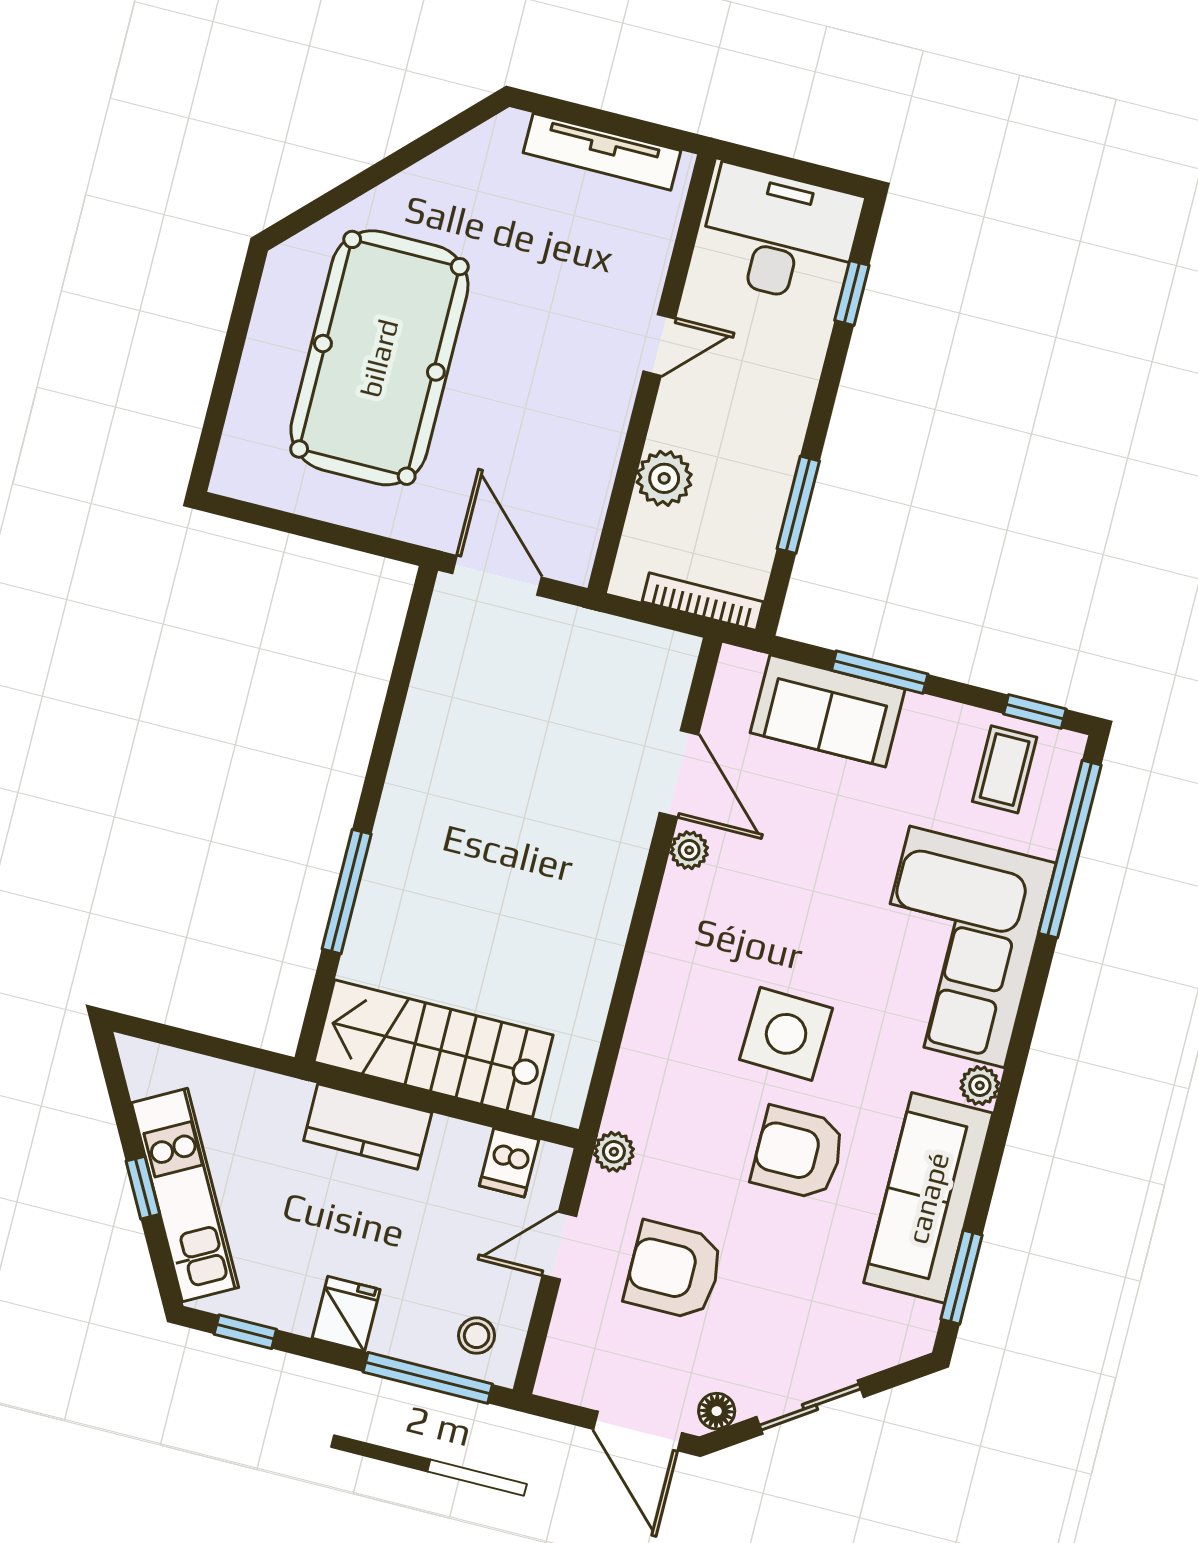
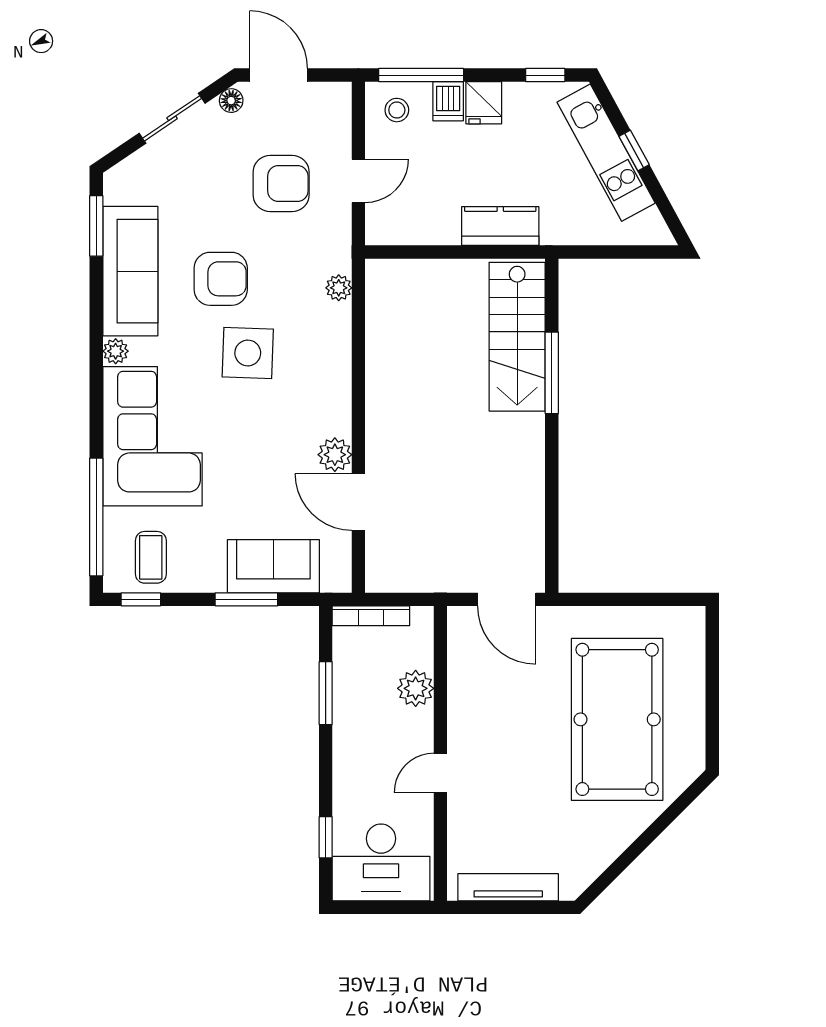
plant: (689, 850) -> (335, 455), width x1.38, depth x1.38
stairs: (433, 1048) -> (517, 337), moved, turned 90
plant: (614, 1152) -> (339, 288), moved
dishwasher: (509, 1163) -> (448, 101), moved, turned 180

